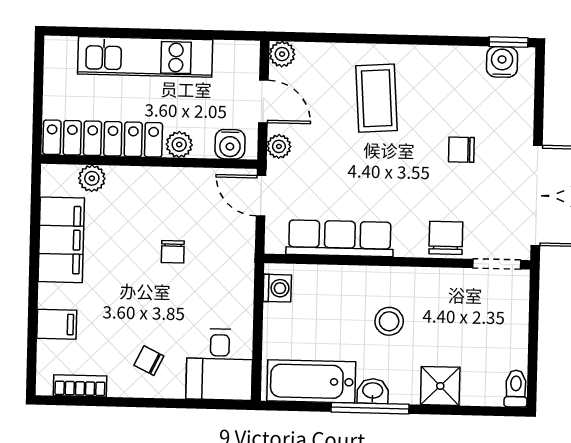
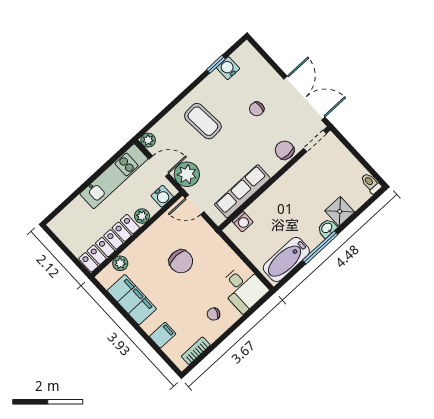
window: (509, 42) -> (216, 64), moved
kitchen unit: (145, 57) -> (114, 176), moved
water cooler: (502, 62) -> (228, 68), moved
plant: (279, 146) -> (187, 174), width x1.88, depth x1.88
chair: (173, 252) -> (181, 261), width x1.87, depth x1.87
washing machine: (277, 288) -> (243, 222), moved, turned 90
stool: (389, 321) -> (294, 205), removed
washbasin: (373, 391) -> (327, 228), moved

